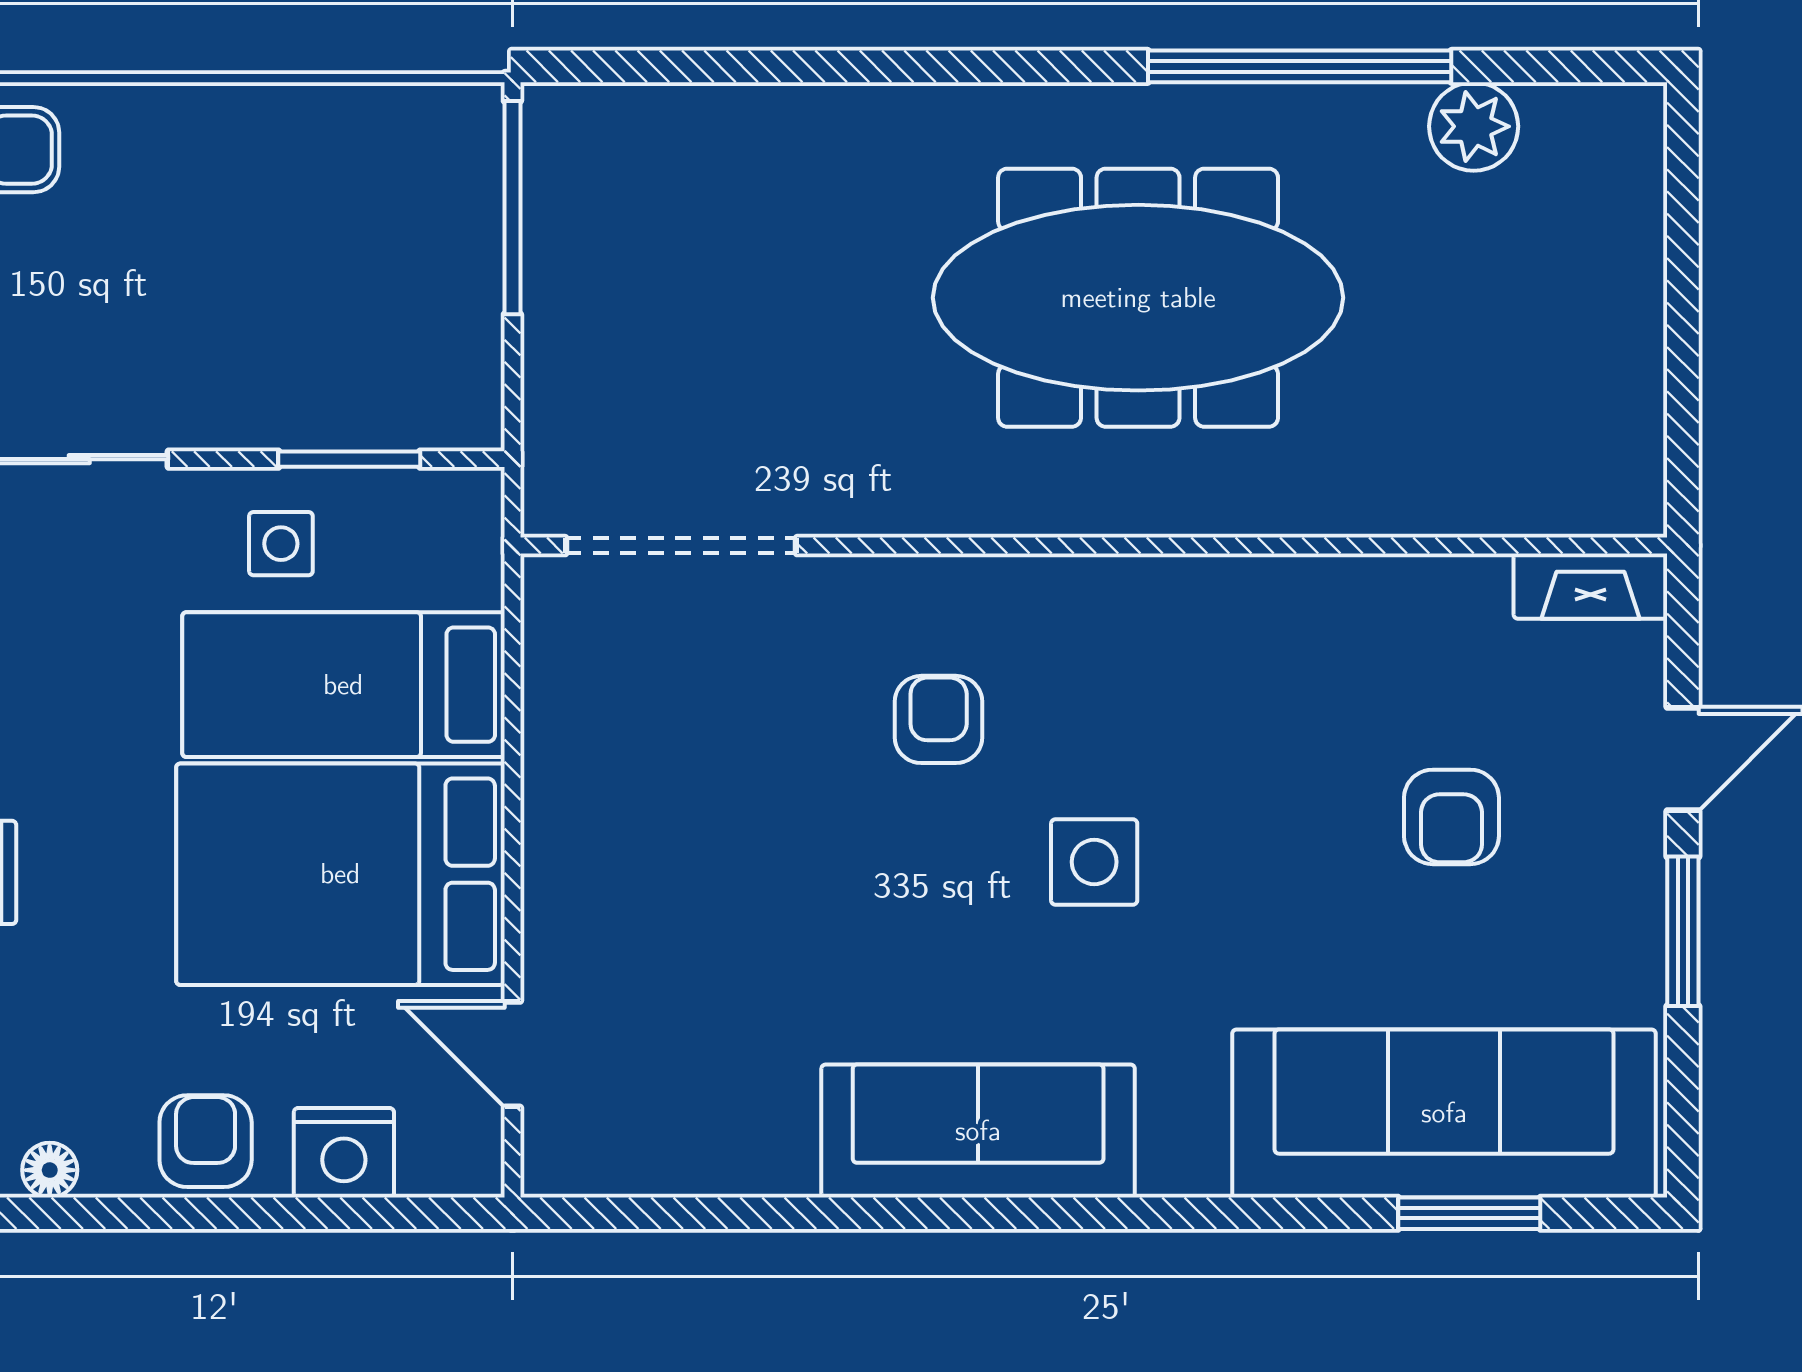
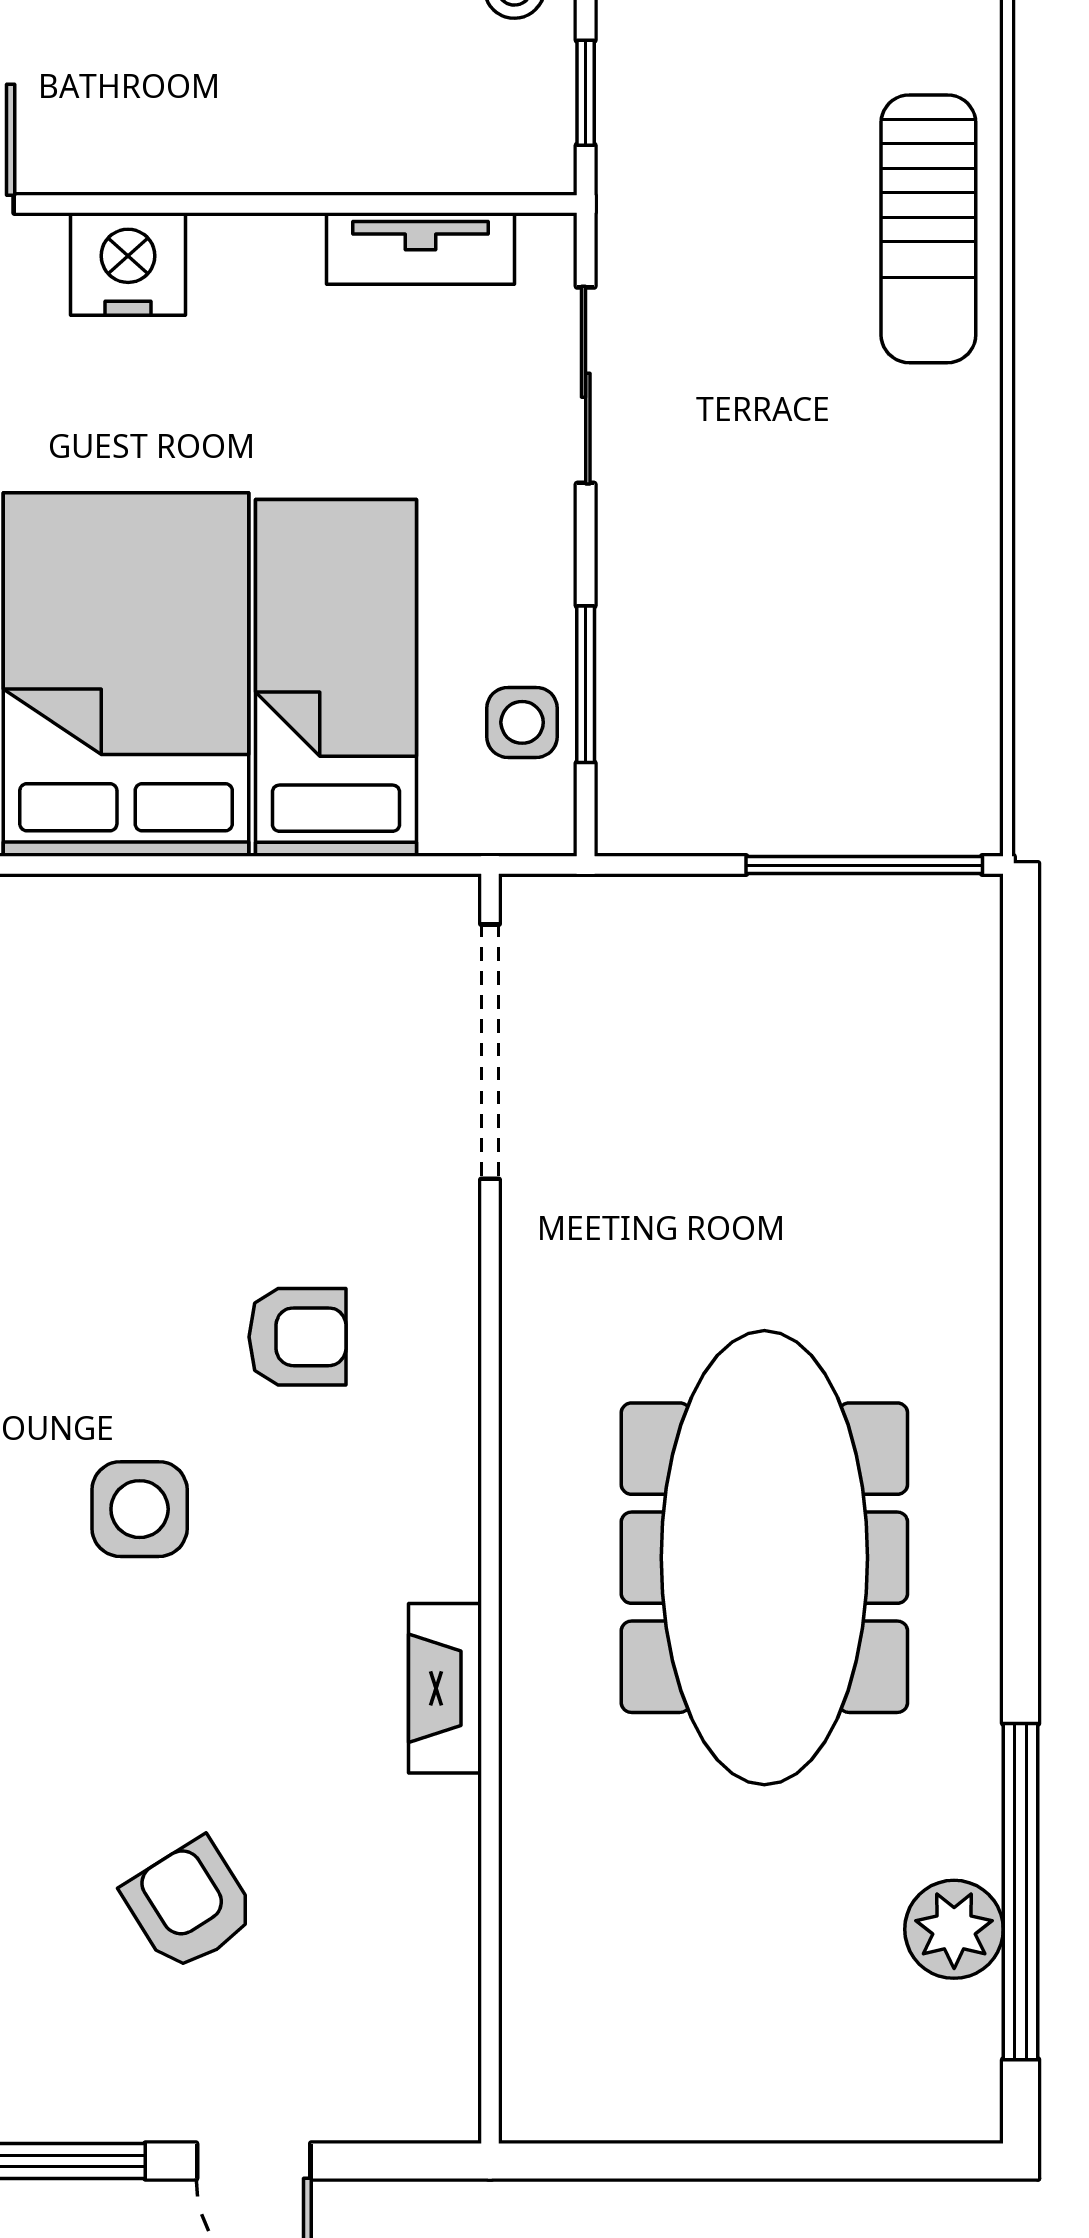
window: (1300, 66) -> (1021, 1892), moved
side table: (281, 544) -> (522, 722), moved
fireplace: (1590, 586) -> (445, 1688), moved
armchair: (1451, 817) -> (189, 1905), turned 58

